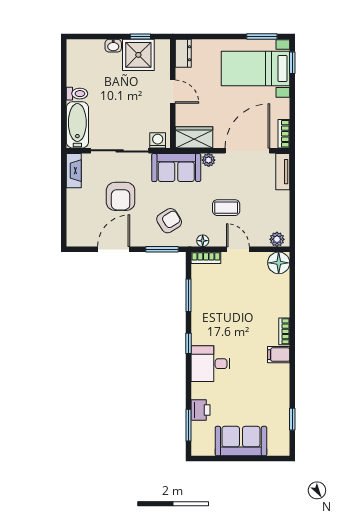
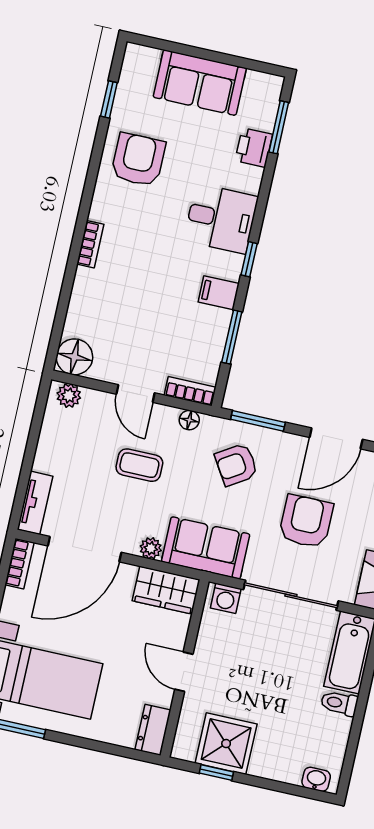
washbasin: (113, 46) -> (316, 779), moved
filing cabinet: (279, 355) -> (219, 293), moved, turned 180
armchair: (267, 388) -> (138, 160), added

